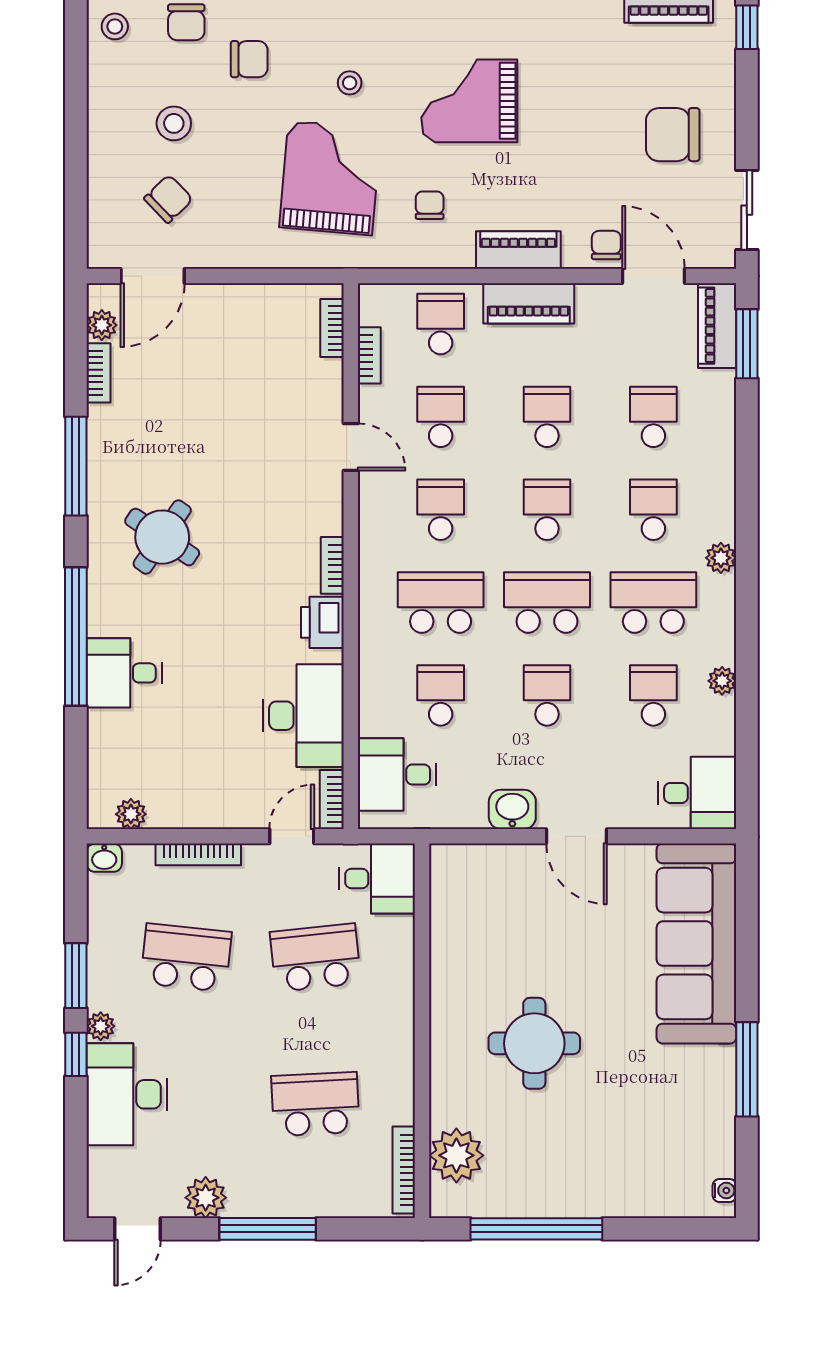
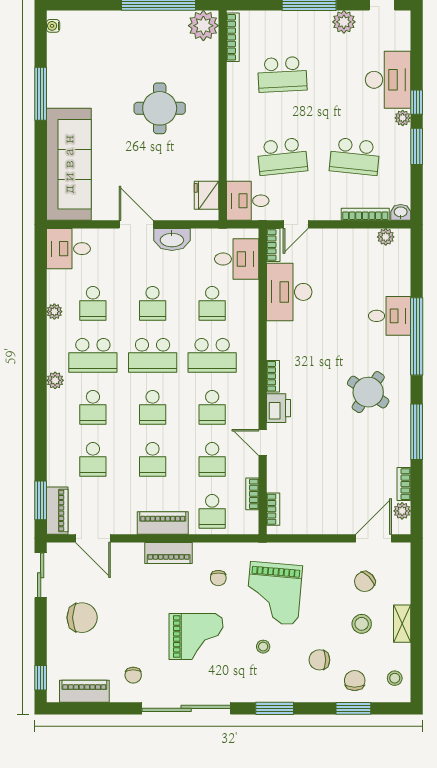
shelving: (102, 124) -> (402, 624), added
chair: (606, 245) -> (133, 675), moved
printer: (322, 622) -> (278, 408), moved
washbasin: (512, 809) -> (172, 239), width x1.38
bookcase: (198, 854) -> (365, 214), moved
fridge: (451, 888) -> (206, 195), added
plant: (456, 1155) -> (203, 26), moved

